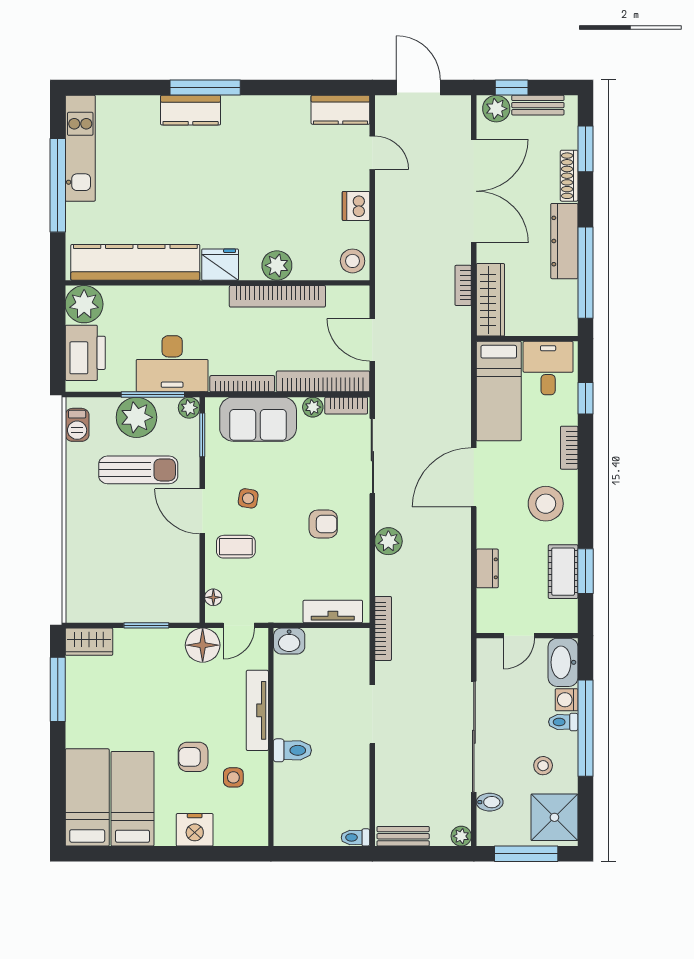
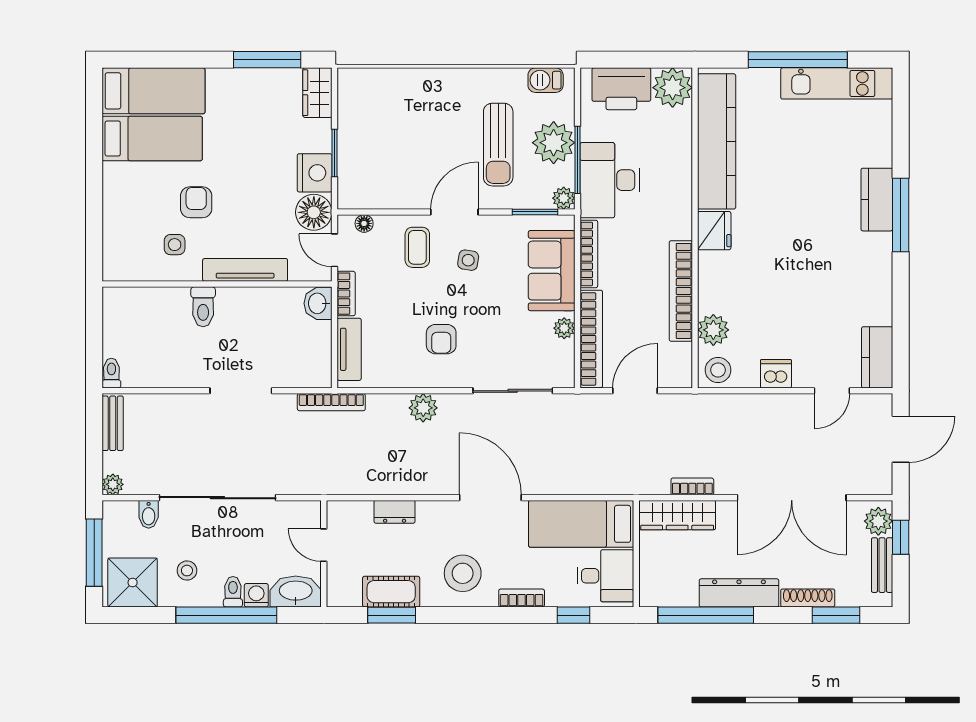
plant: (277, 265) -> (713, 330), moved
bookcase: (346, 406) -> (346, 294), moved, turned 180
nightstand: (195, 830) -> (315, 173), moved, turned 180

